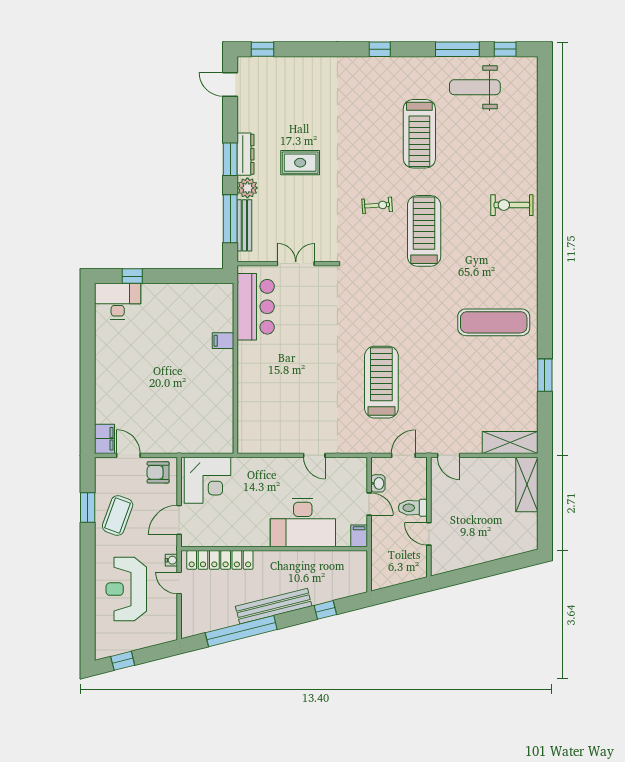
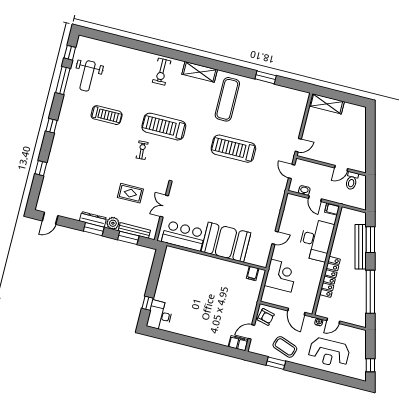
window: (263, 49) -> (41, 168), moved
treadmill: (419, 134) -> (107, 115), width x0.73, depth x0.73
rug: (300, 163) -> (130, 193), moved, turned 90
window: (230, 219) -> (128, 238), width x0.69
filing cabinet: (223, 341) -> (253, 273), moved
booth: (263, 378) -> (226, 242), added
treadmill: (381, 382) -> (233, 149), moved
shelving: (510, 443) -> (200, 72), moved, turned 90
door: (314, 455) -> (275, 238), moved
armchair: (158, 472) -> (266, 317), turned -76
corner desk: (208, 480) -> (281, 276), moved
door: (369, 504) -> (315, 199), swing flipped
toilet: (413, 508) -> (352, 181), moved
locker: (220, 560) -> (330, 277), moved
bench: (274, 606) -> (361, 247), moved
window: (325, 610) -> (370, 240), width x2.17

